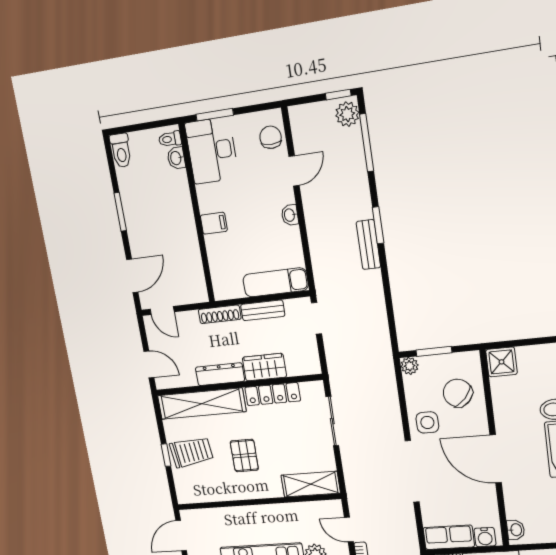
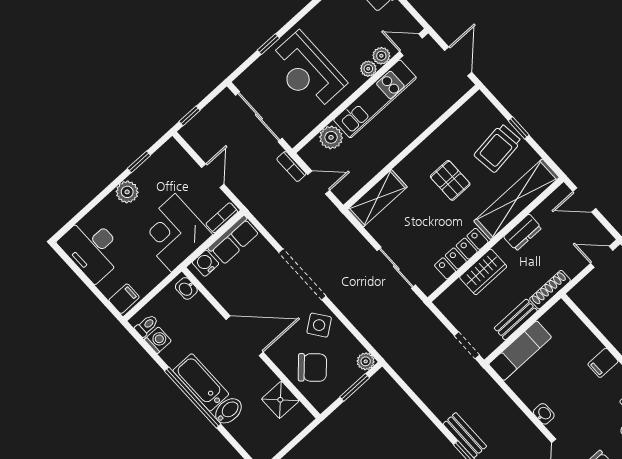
shower: (502, 362) -> (280, 400), moved
dresser: (220, 374) -> (523, 232), width x0.70
side table: (427, 422) -> (319, 325), turned -36

